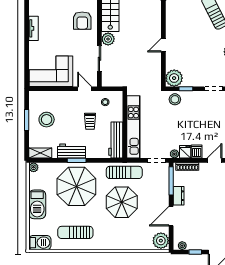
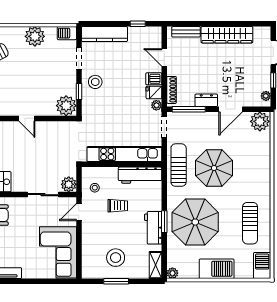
plant: (108, 39) -> (69, 184), moved
stool: (175, 99) -> (95, 82), moved
door: (171, 216) -> (231, 109), hinge flipped

